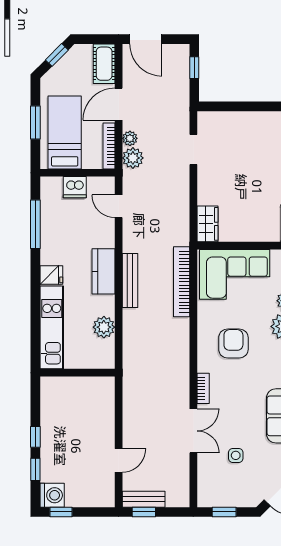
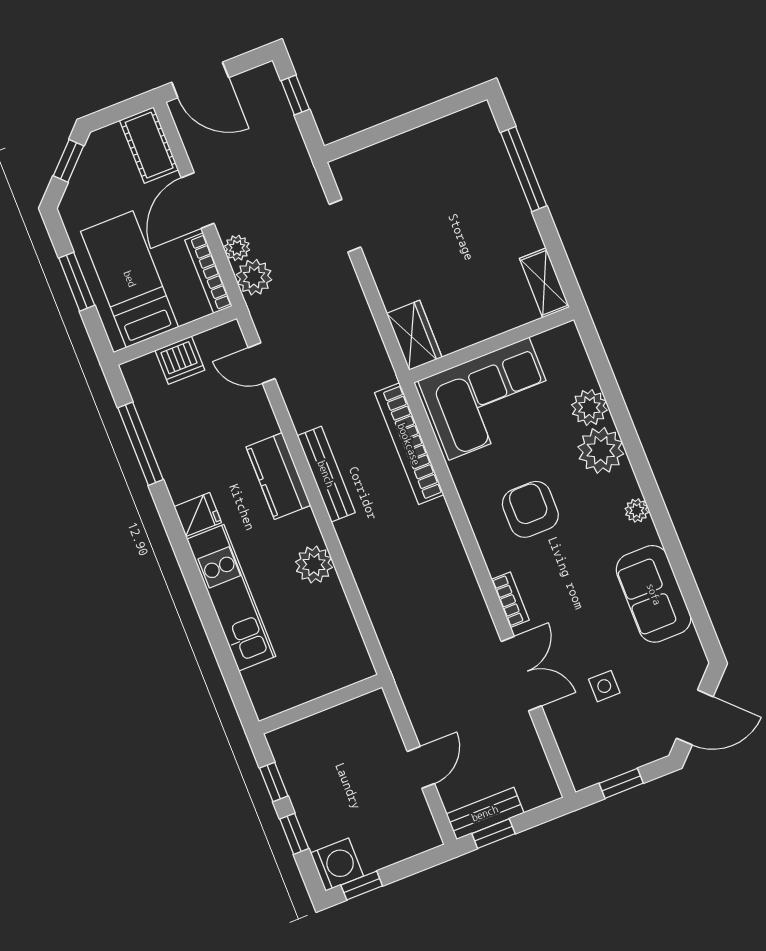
wall: (77, 373) -> (320, 704), moved

